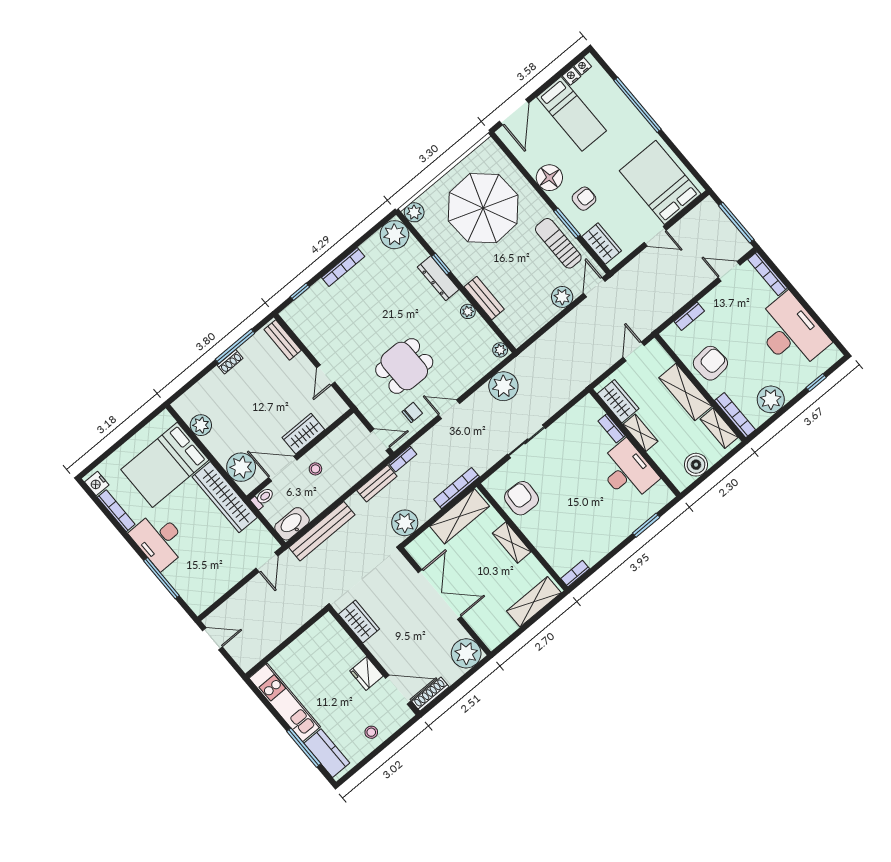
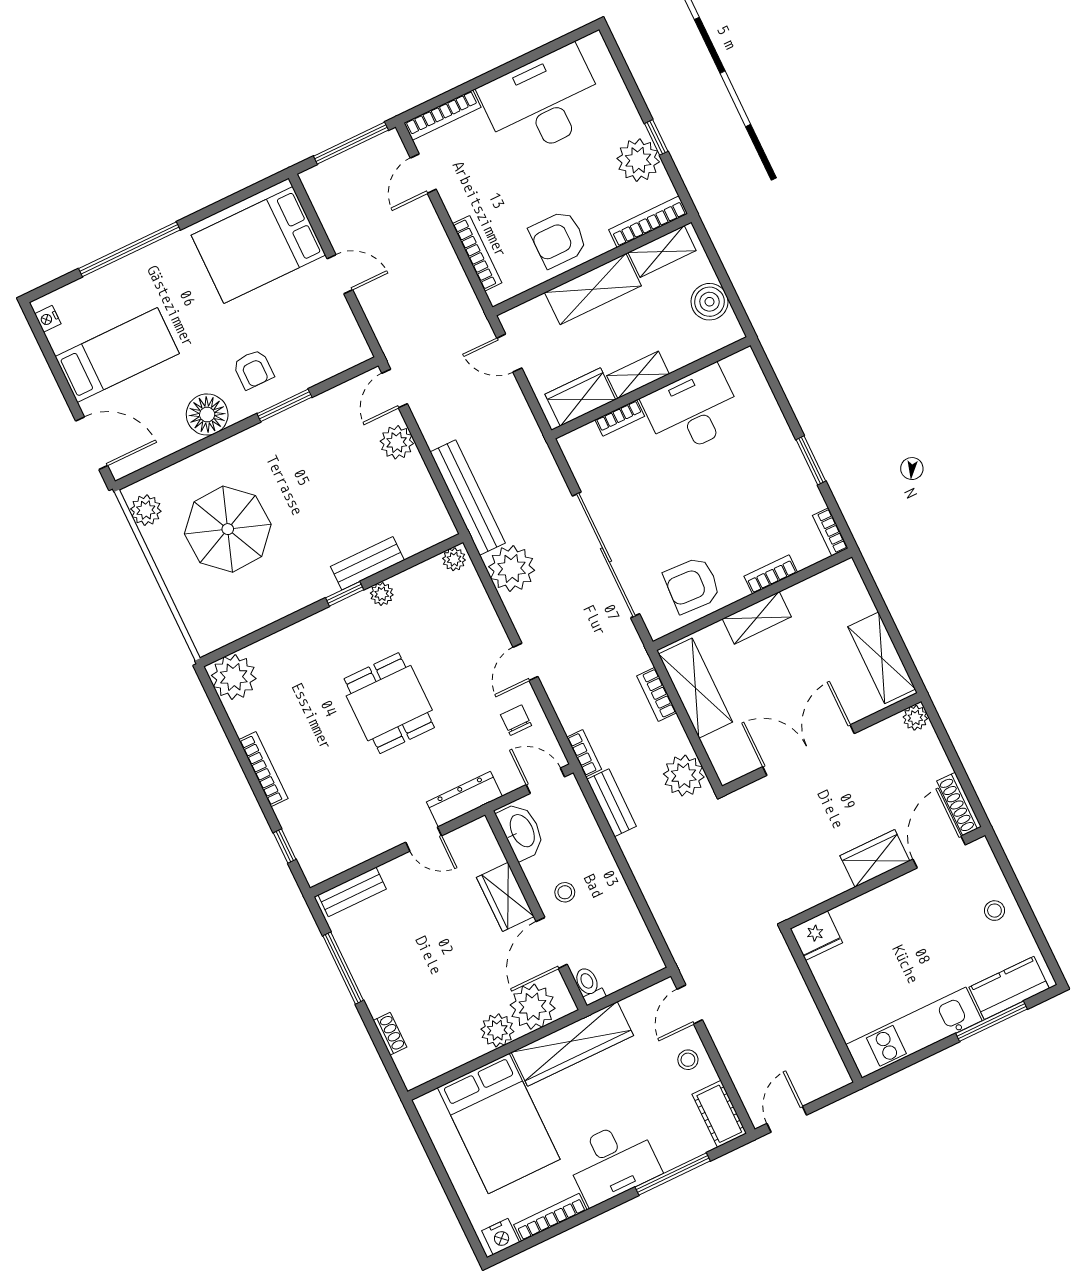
nightstand: (572, 76) -> (59, 340), removed
armchair: (584, 199) -> (253, 369), turned 180
parasol: (483, 208) -> (228, 529), width x0.73, depth x0.73
plant: (414, 212) -> (146, 510), moved
door: (655, 236) -> (340, 274), hinge flipped
sun lounger: (558, 243) -> (312, 427), removed
wardrobe: (602, 244) -> (330, 360), removed
window: (441, 264) -> (345, 594), moved
dresser: (438, 278) -> (464, 799), moved, turned 180
door: (594, 287) -> (395, 388), hinge flipped
bookcase: (689, 316) -> (477, 253), width x1.56
shoe rack: (230, 362) -> (390, 1034), moved
armchair: (710, 363) -> (558, 239), turned -85
dining table: (404, 366) -> (389, 703), moved
window: (816, 383) -> (656, 137), moved
plant: (201, 425) -> (497, 1030), moved
door: (380, 440) -> (545, 781), hinge flipped
sliding door: (526, 441) -> (606, 555), width x1.86
bookcase: (457, 488) -> (657, 694), width x0.64
washbasin: (292, 524) -> (521, 831), moved, turned 180
window: (646, 525) -> (811, 460), moved
bench: (322, 531) -> (468, 497), moved
bookcase: (540, 544) -> (771, 574), added
door: (267, 562) -> (690, 1004), swing flipped
stool: (233, 570) -> (688, 1060), added
cot: (205, 597) -> (719, 1114), added
shelving: (534, 602) -> (882, 658), moved
wardrobe: (359, 622) -> (875, 858), moved
plant: (466, 653) -> (915, 718), width x0.53, depth x0.53
fridge: (366, 673) -> (816, 936), moved

